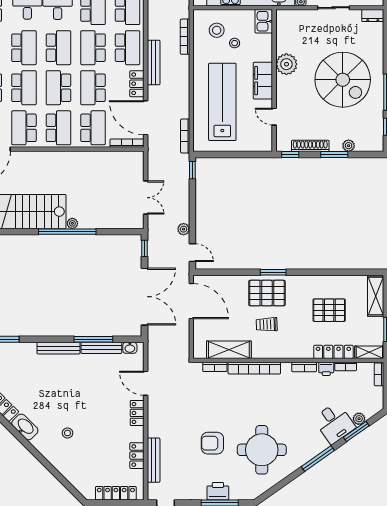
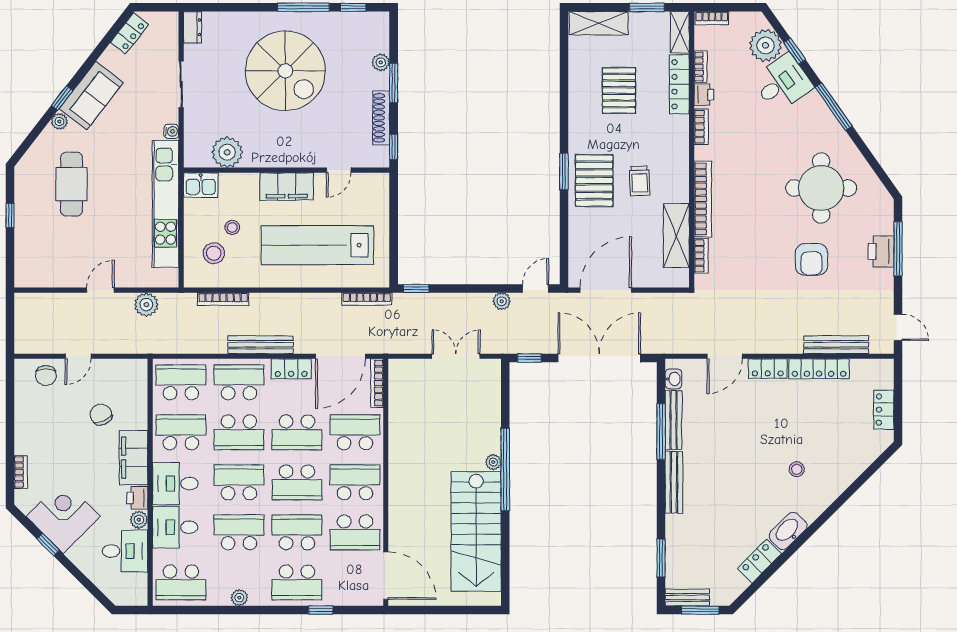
plant: (286, 64) -> (227, 152), moved
spiral stairs: (343, 80) -> (285, 71), turned 90
plant: (359, 419) -> (766, 45), width x1.87, depth x1.87
window: (356, 431) -> (795, 51), width x0.67
locker: (137, 456) -> (819, 369), width x1.53
locker: (116, 493) -> (884, 410), width x0.66

